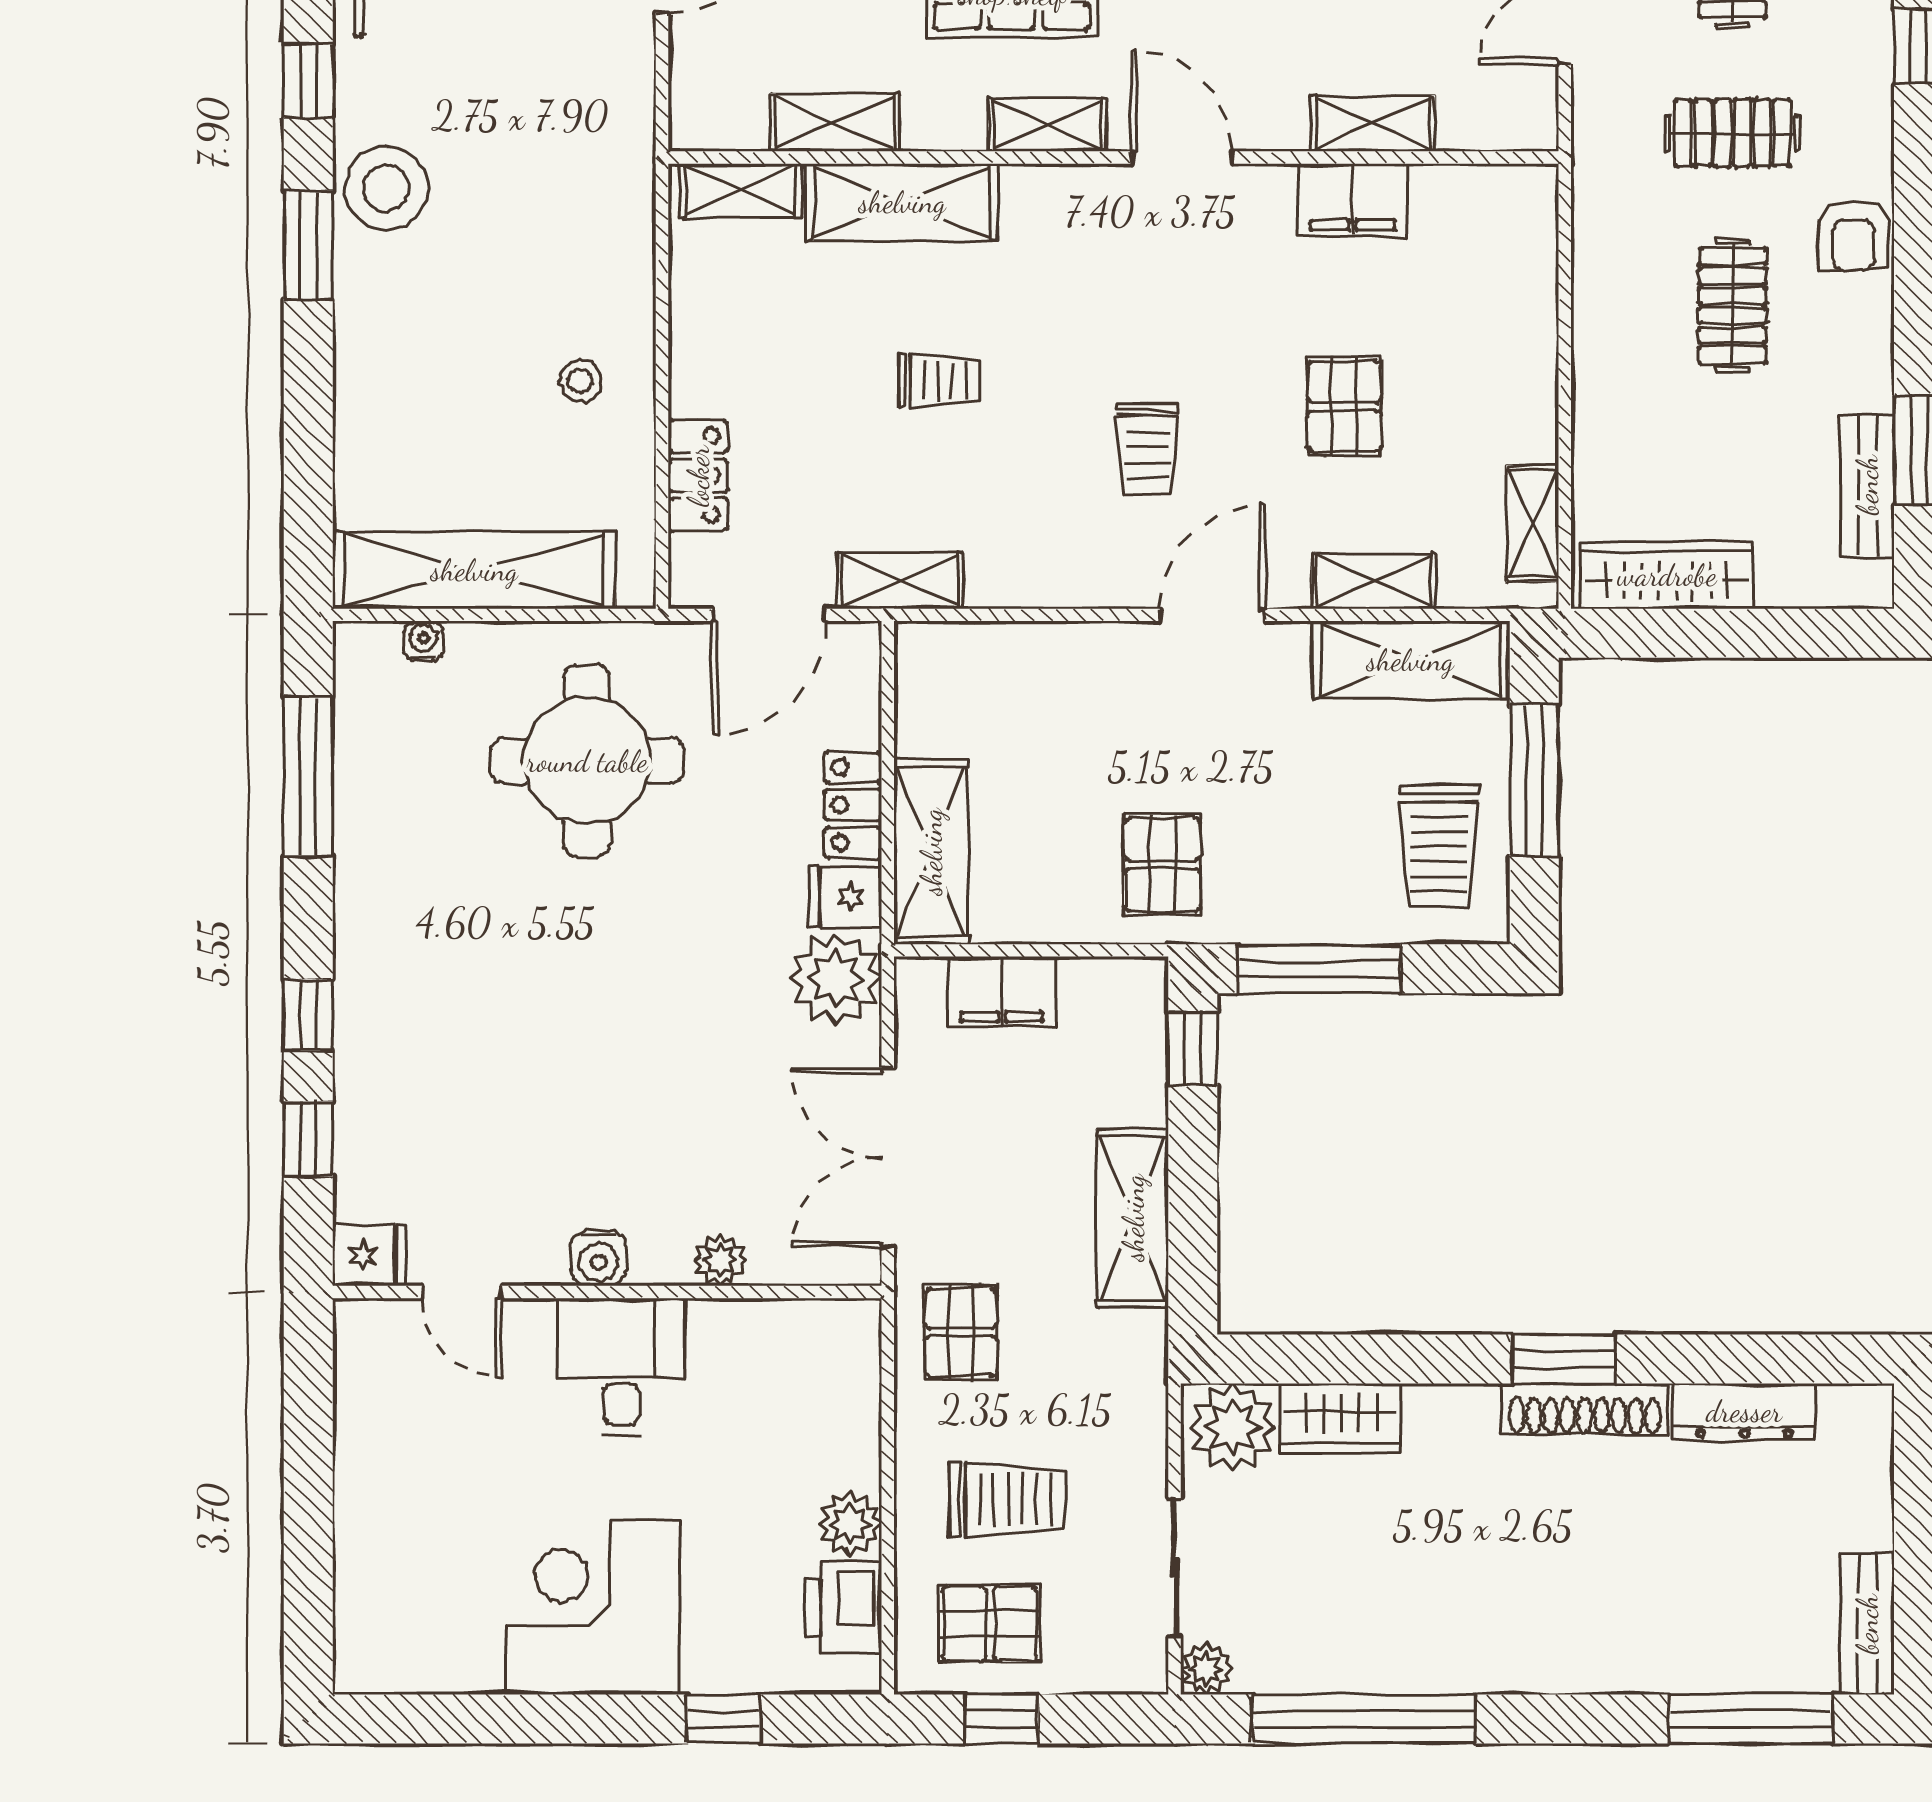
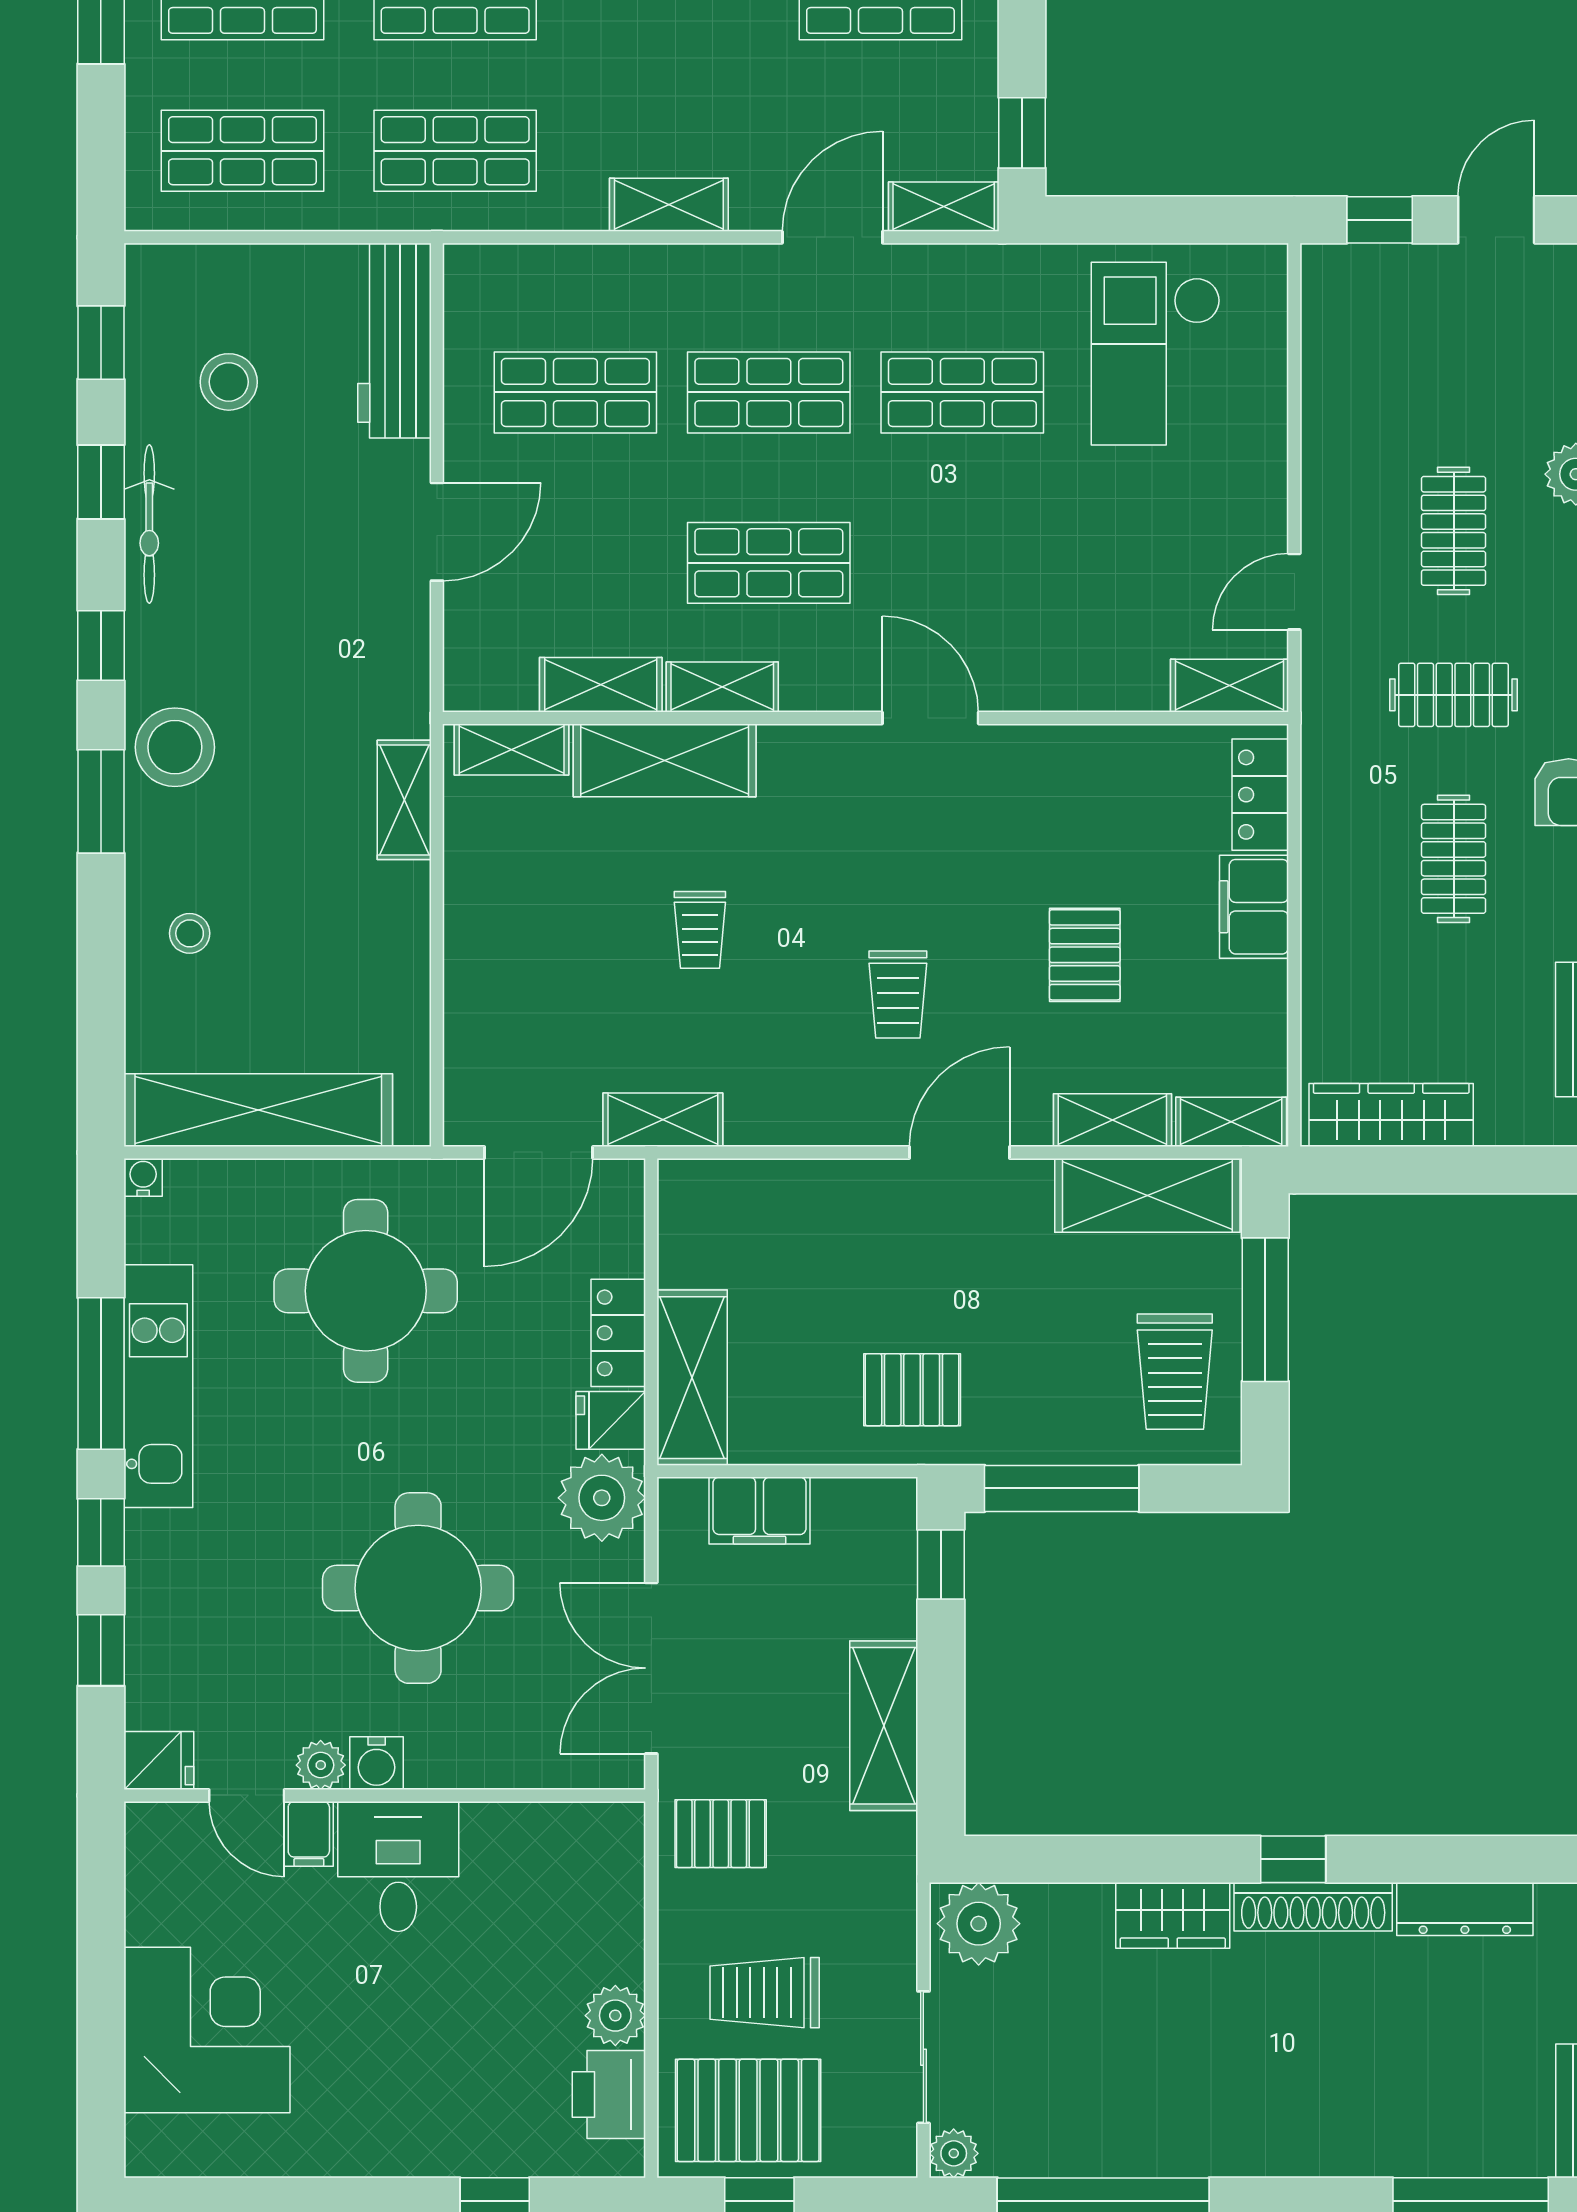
shelving: (1373, 123) -> (1230, 686), moved
shelving: (1047, 125) -> (722, 687), moved
filing cabinet: (1353, 200) -> (1254, 907), moved, turned 90
shelving: (628, 244) -> (404, 800), added
trolley: (939, 380) -> (700, 930), turned 90
stool: (580, 381) -> (190, 933), moved
locker: (698, 476) -> (1260, 795), moved, turned 180
shelving: (1533, 524) -> (1231, 1122), moved, turned 90
water cooler: (424, 641) -> (143, 1177), moved
window: (308, 777) -> (101, 1374), moved
kitchen unit: (369, 861) -> (158, 1386), added
pallet: (1162, 865) -> (912, 1390), turned 90
round table: (642, 1074) -> (418, 1588), added
plant: (720, 1260) -> (321, 1765), moved
filing cabinet: (527, 1332) -> (309, 1834), added
pallet: (961, 1332) -> (721, 1834), turned 90
window: (1564, 1359) -> (1293, 1859), width x0.67
wardrobe: (1341, 1418) -> (1173, 1915), moved
trolley: (1007, 1500) -> (765, 1993), turned 180
corner desk: (593, 1607) -> (207, 2030), moved, turned 90
pallet: (990, 1624) -> (748, 2110), width x1.50, depth x1.42

